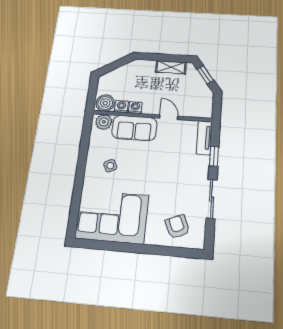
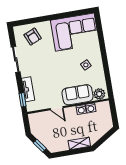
shelving: (171, 67) -> (79, 143), moved
boiler: (105, 103) -> (103, 108), removed
tv unit: (204, 138) -> (28, 89), moved
window: (214, 156) -> (23, 100), moved

